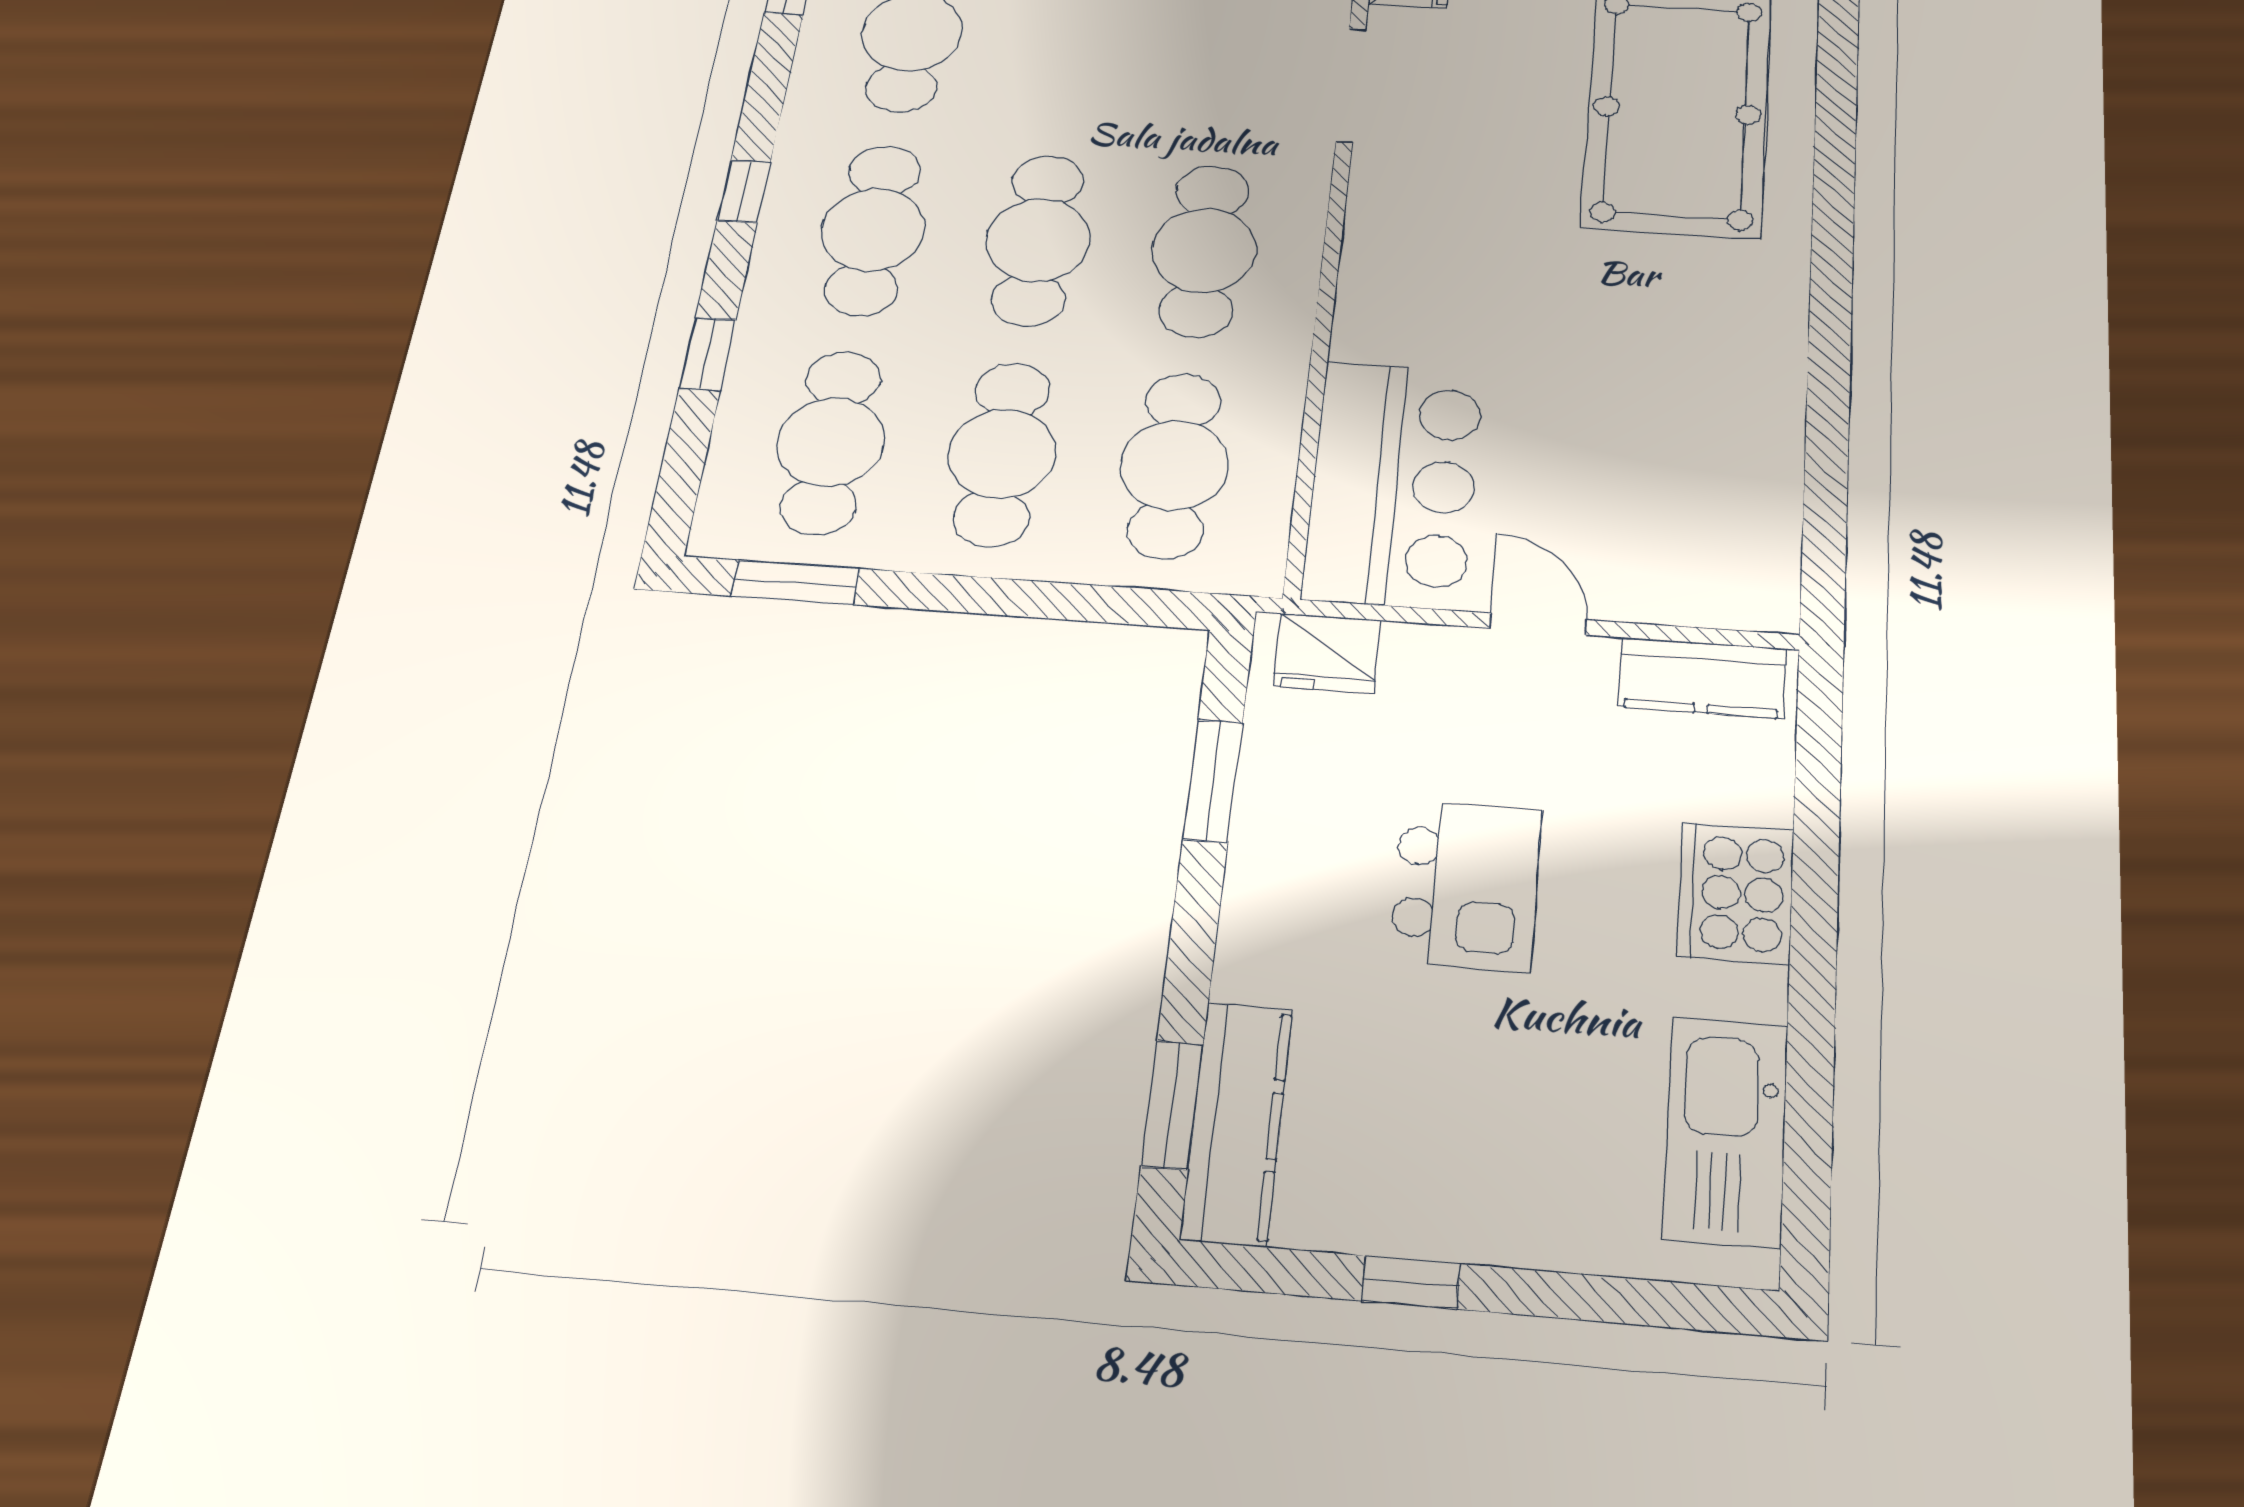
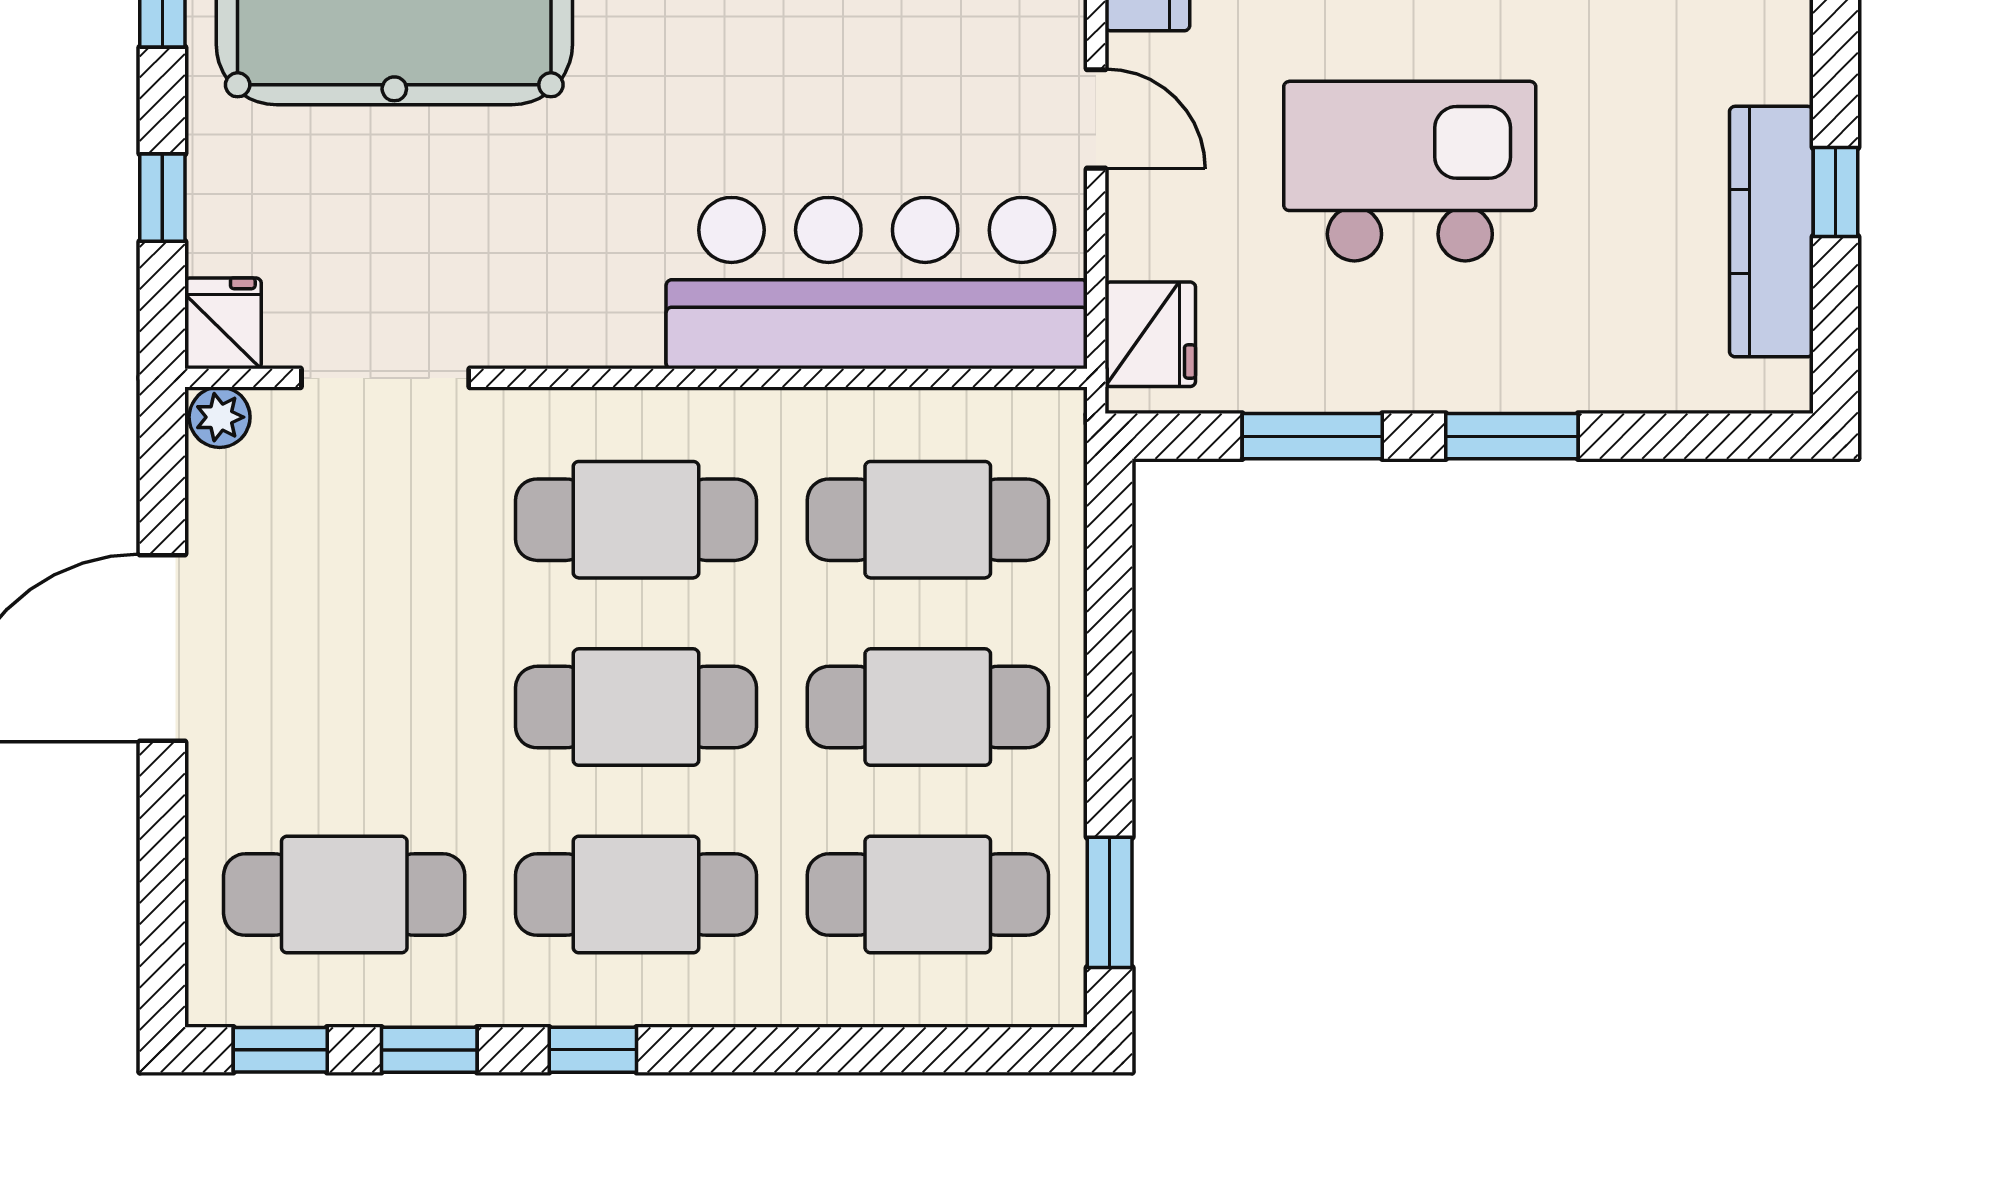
window: (708, 354) -> (429, 1050), moved
bar counter: (1394, 484) -> (877, 283), width x1.36
door: (1538, 624) -> (1096, 119), swing flipped
kitchen island: (1466, 885) -> (1410, 171), width x1.37, depth x1.28
window: (1172, 1105) -> (1512, 436), moved
kitchen counter: (1237, 1123) -> (1771, 232), moved, turned -90

